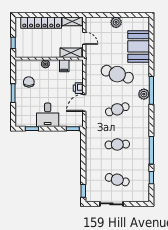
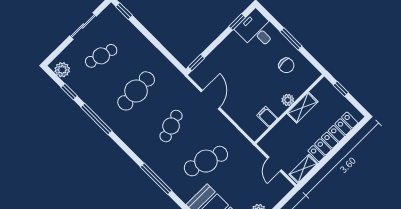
door: (84, 38) -> (275, 164), hinge flipped
shelving: (71, 53) -> (302, 108), moved
printer: (78, 88) -> (231, 108), removed
plant: (144, 94) -> (62, 70), moved
desk: (48, 115) -> (256, 30), moved
cafe table: (117, 144) -> (136, 91), width x1.37, depth x1.35

